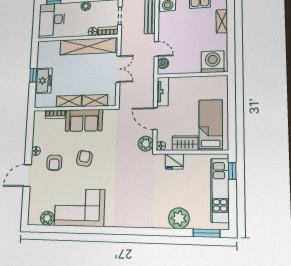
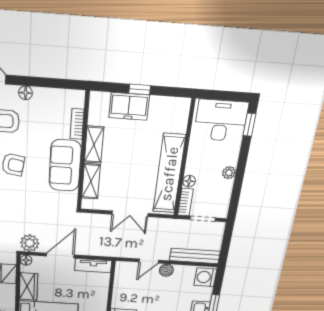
boiler: (163, 63) -> (166, 270), moved

